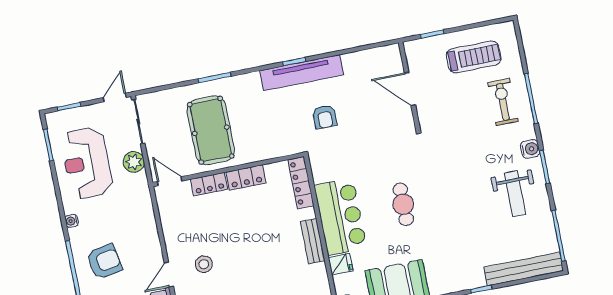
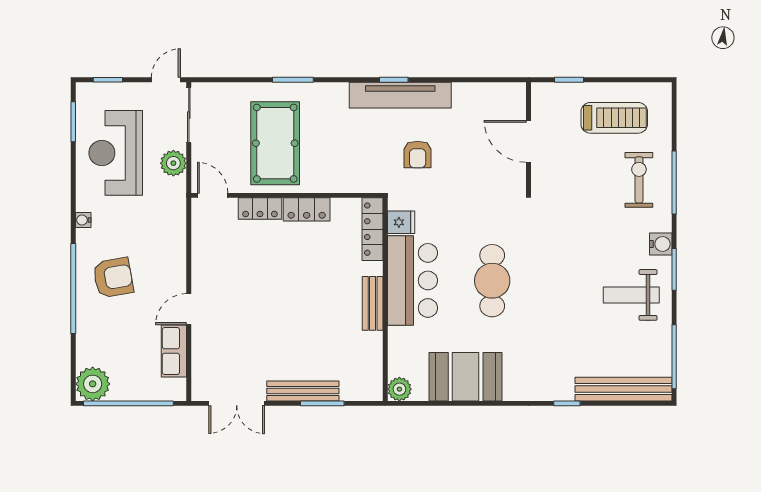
weight bench: (515, 194) -> (631, 295), turned 90
cafe table: (403, 204) -> (492, 281), width x1.37, depth x1.35
stool: (204, 264) -> (234, 305), removed
fridge: (341, 264) -> (401, 222), moved

